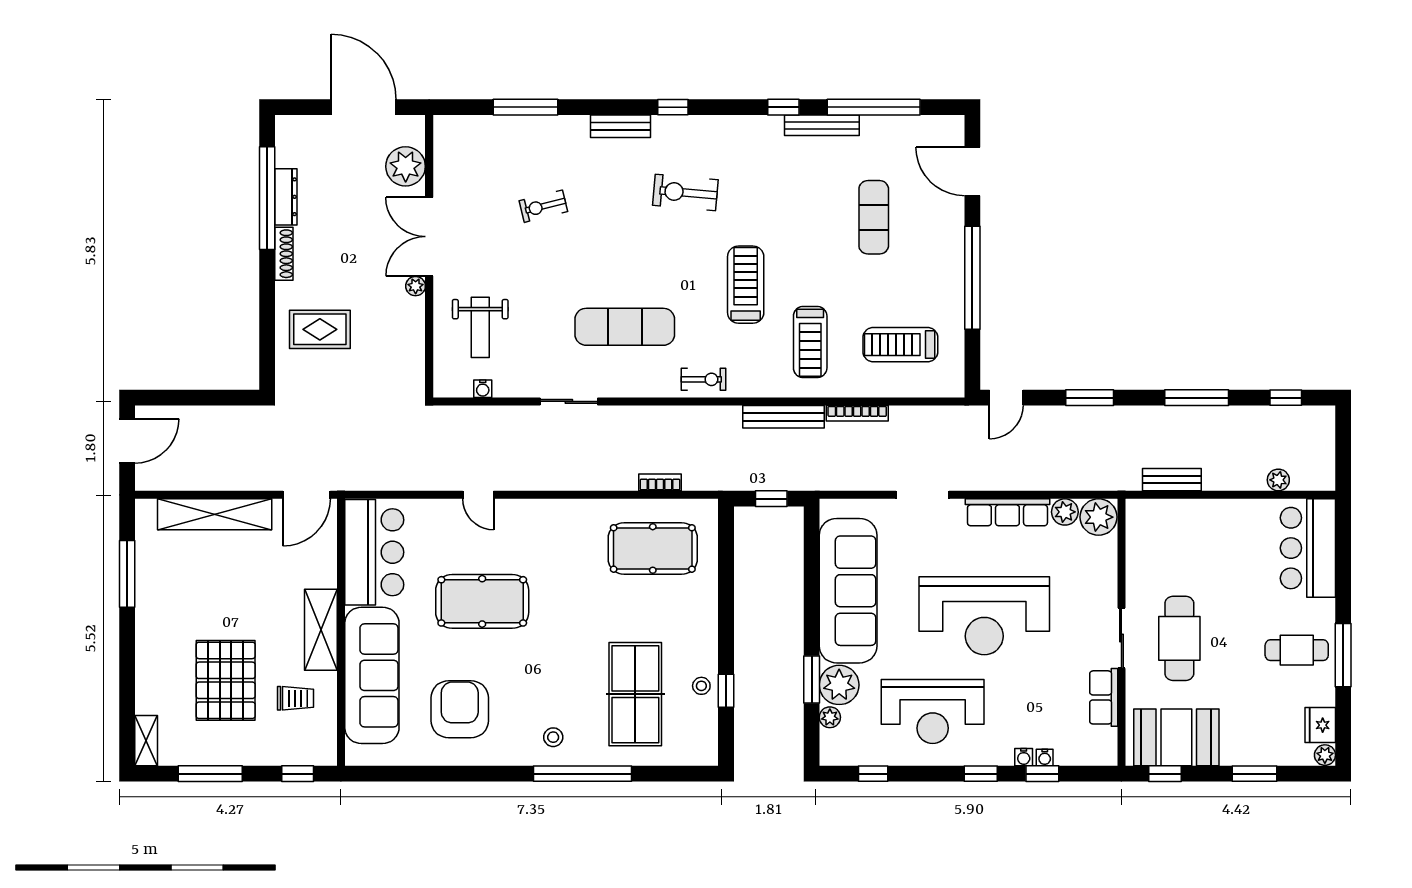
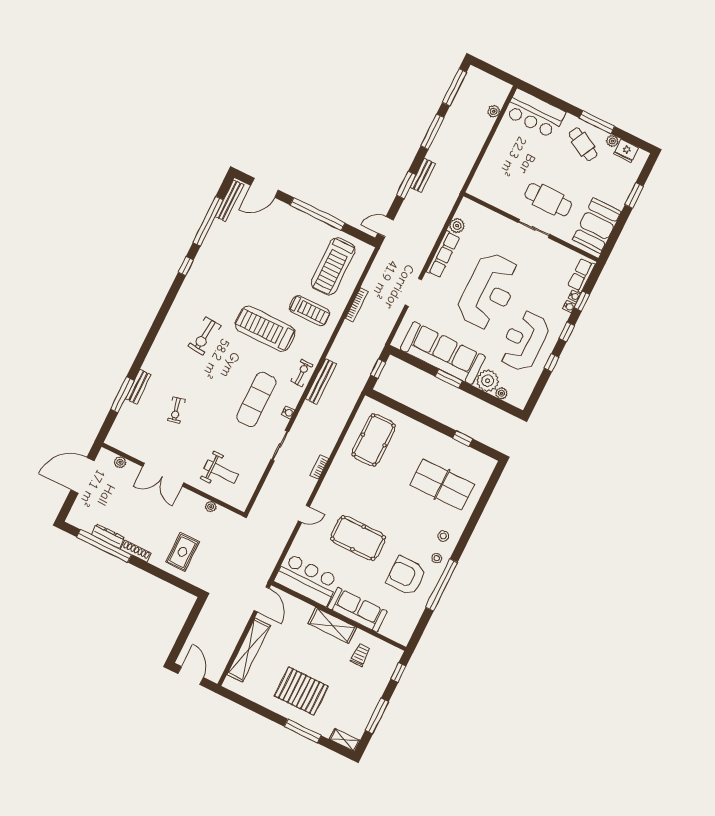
window: (673, 107) -> (159, 321), removed
bench: (822, 125) -> (230, 201), moved
bench: (620, 126) -> (138, 387), moved
plant: (406, 166) -> (120, 462), width x0.53, depth x0.53
exercise mat: (874, 217) -> (263, 248), removed
treadmill: (746, 285) -> (265, 329), width x1.37, depth x1.38
plant: (416, 286) -> (211, 507), moved
treadmill: (900, 345) -> (333, 266), width x1.37, depth x1.38
water cooler: (483, 389) -> (288, 412), moved
door: (1006, 398) -> (386, 227), swing flipped
window: (1286, 398) -> (454, 87), width x2.17
bench: (783, 417) -> (321, 381), moved
bench: (1172, 480) -> (423, 175), moved
bookcase: (660, 482) -> (319, 467), moved
plant: (1099, 517) -> (468, 210), removed
window: (127, 574) -> (303, 731), moved
pool table: (482, 601) -> (358, 538), turned 90
cafe table: (1297, 650) -> (583, 144), turned -62
sofa: (372, 675) -> (357, 610), width x0.74, depth x0.79
pallet: (226, 680) -> (301, 691), moved
window: (812, 680) -> (449, 379), moved
stool: (701, 686) -> (437, 558), moved
row of seats: (1104, 697) -> (581, 275), moved, turned 90
reception desk: (933, 711) -> (524, 341), turned 180
plant: (1325, 755) -> (612, 141), moved
window: (582, 774) -> (442, 585), moved
window: (873, 774) -> (551, 363), moved
window: (1165, 774) -> (612, 240), removed

